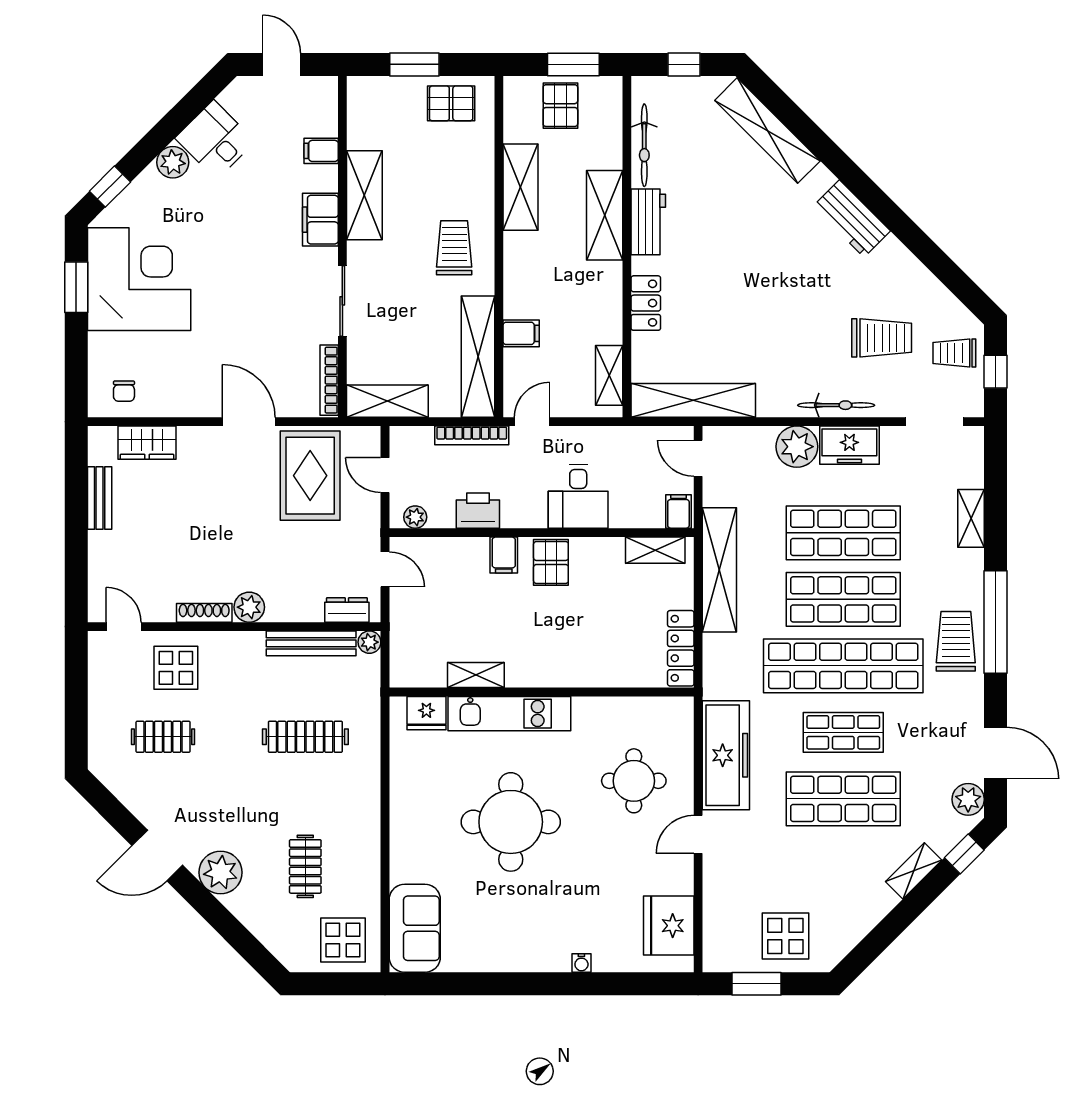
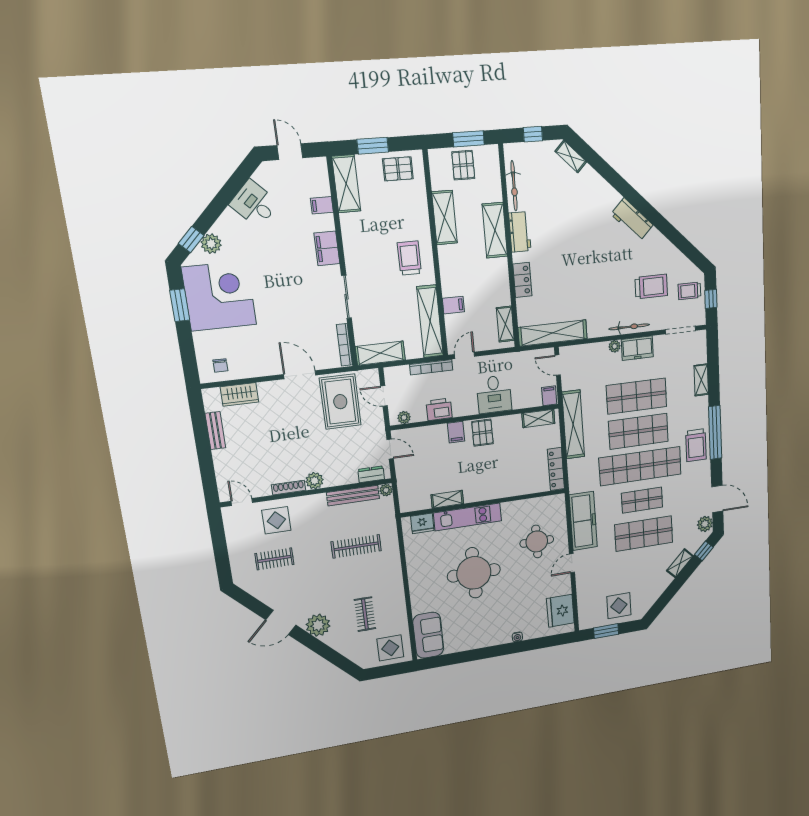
shelving: (767, 131) -> (571, 157), width x0.45, depth x0.75
plant: (173, 162) -> (211, 244), moved
shelving: (364, 195) -> (346, 184), moved
plant: (797, 447) -> (615, 346), width x0.53, depth x0.53
trolley: (956, 641) -> (696, 445), turned 180

